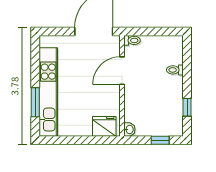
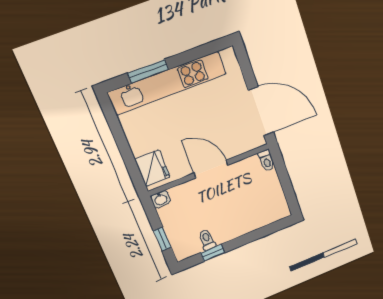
toilet: (175, 70) -> (207, 240), moved
door: (122, 71) -> (211, 169), moved

